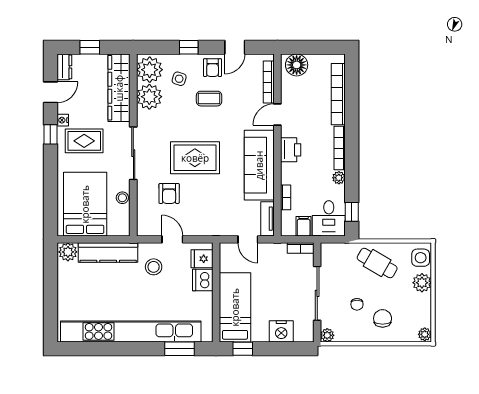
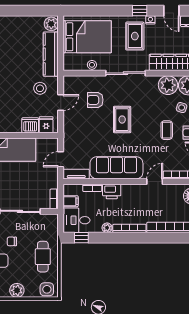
door: (277, 114) -> (155, 182), hinge flipped
printer: (291, 150) -> (112, 191), moved
rug: (195, 158) -> (122, 120), width x0.73, depth x0.70
cafe table: (377, 263) -> (43, 257), turned -30
plant: (422, 283) -> (17, 290), moved

